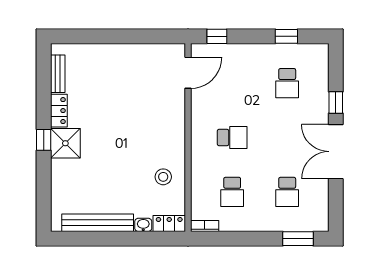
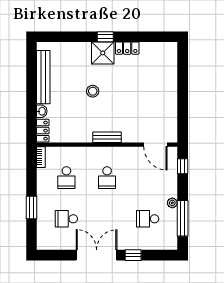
window: (286, 36) -> (183, 218), width x2.17
plant: (266, 50) -> (172, 203), added
bench: (58, 74) -> (107, 137), moved
stool: (163, 177) -> (93, 91), moved
school desk: (232, 192) -> (66, 178), turned -90
window: (298, 239) -> (31, 208), moved

